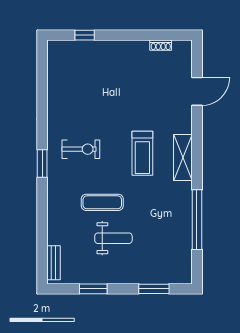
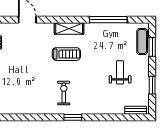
exercise mat: (102, 202) -> (142, 42), moved

